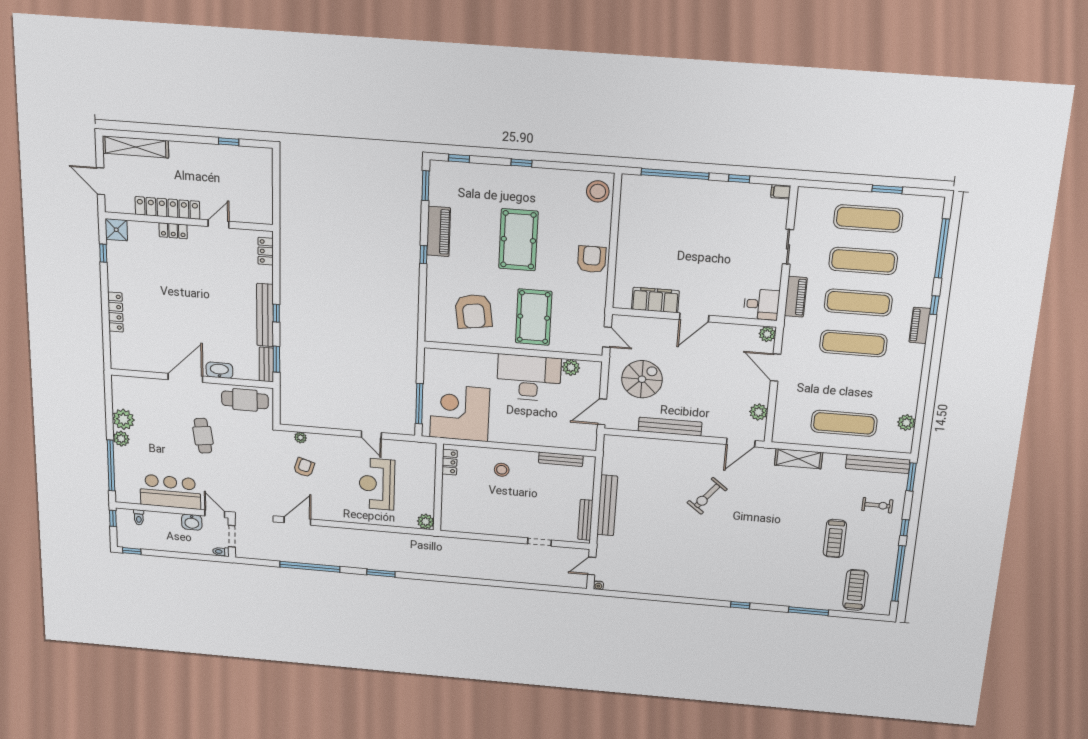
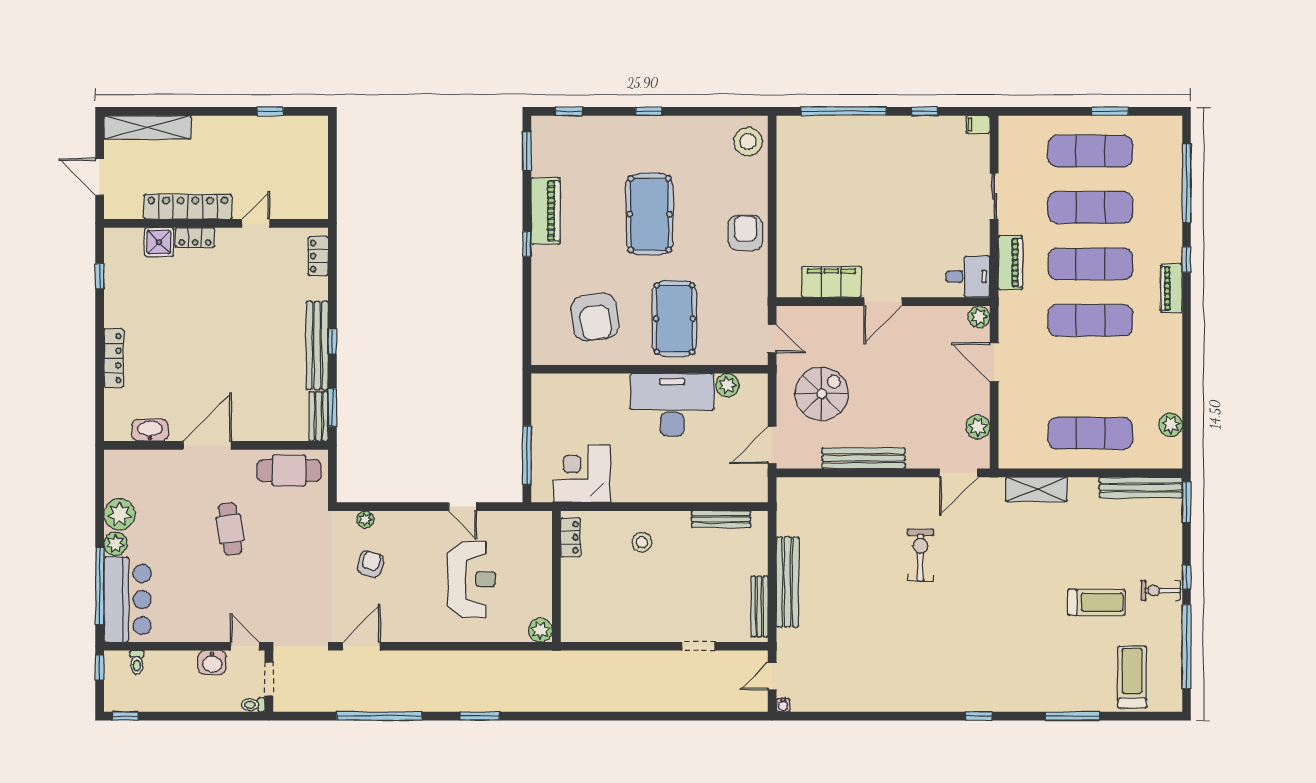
shower: (116, 230) -> (159, 242), moved
washbasin: (219, 370) -> (150, 430), moved
corner desk: (460, 413) -> (582, 474), width x0.74, depth x0.74
reception desk: (377, 484) -> (472, 579), turned 180
bar counter: (170, 492) -> (128, 600), moved, turned 90
exercise bike: (707, 496) -> (921, 555), turned 142
exercise bike: (877, 505) -> (1161, 591), moved, turned 180
treadmill: (835, 539) -> (1096, 602), turned -90

